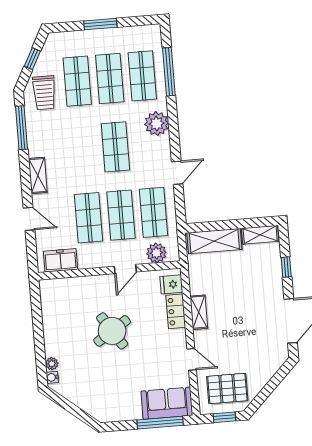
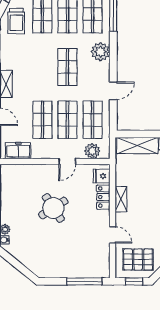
sofa: (167, 403) -> (91, 267), removed

